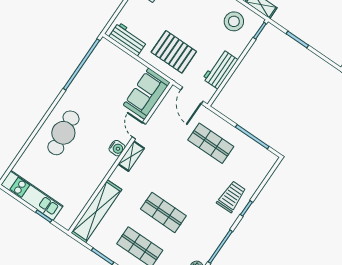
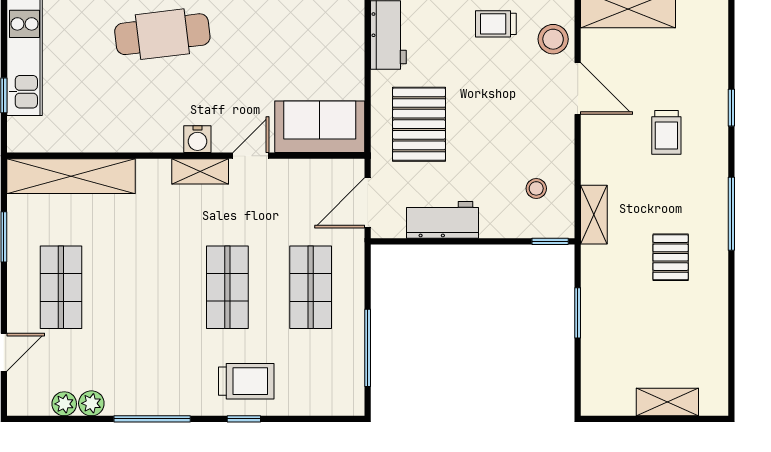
stool: (234, 21) -> (536, 188), width x0.53, depth x0.53
shop shelf: (163, 212) -> (227, 287), moved

